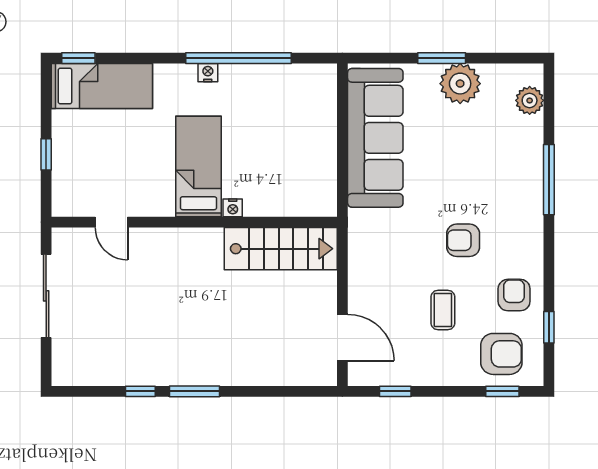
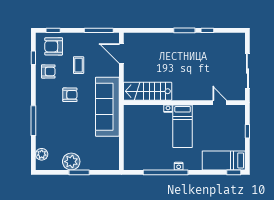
sofa: (375, 138) -> (107, 107), moved
armchair: (514, 295) -> (48, 71), turned -90
window: (395, 391) -> (99, 30), width x2.17

